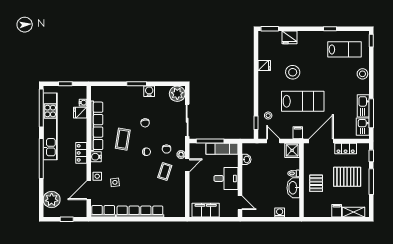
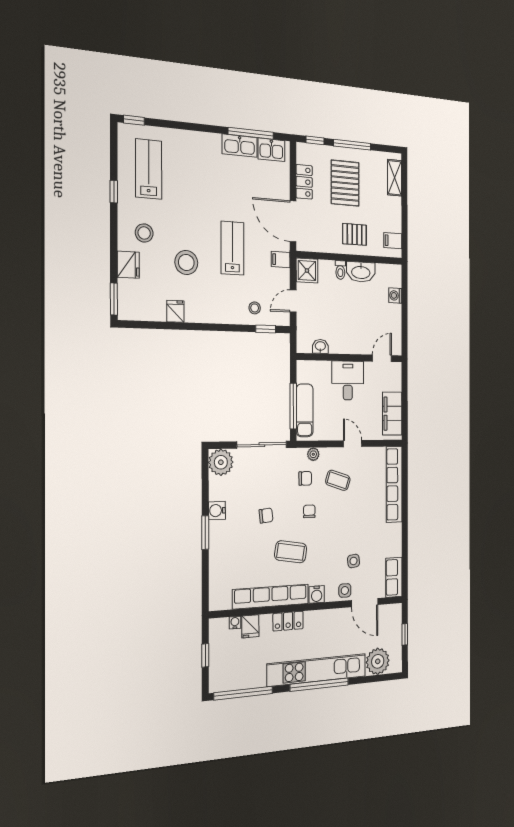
stool: (362, 74) -> (144, 233), moved
lab bench: (303, 101) -> (232, 248), width x0.73, depth x0.72
kitchen unit: (50, 126) -> (317, 670), moved
exam couch: (222, 149) -> (305, 410), moved
locker: (81, 153) -> (288, 621), moved
door: (187, 165) -> (353, 444), moved
filing cabinet: (337, 211) -> (393, 241), moved
row of seats: (140, 212) -> (394, 484), moved

